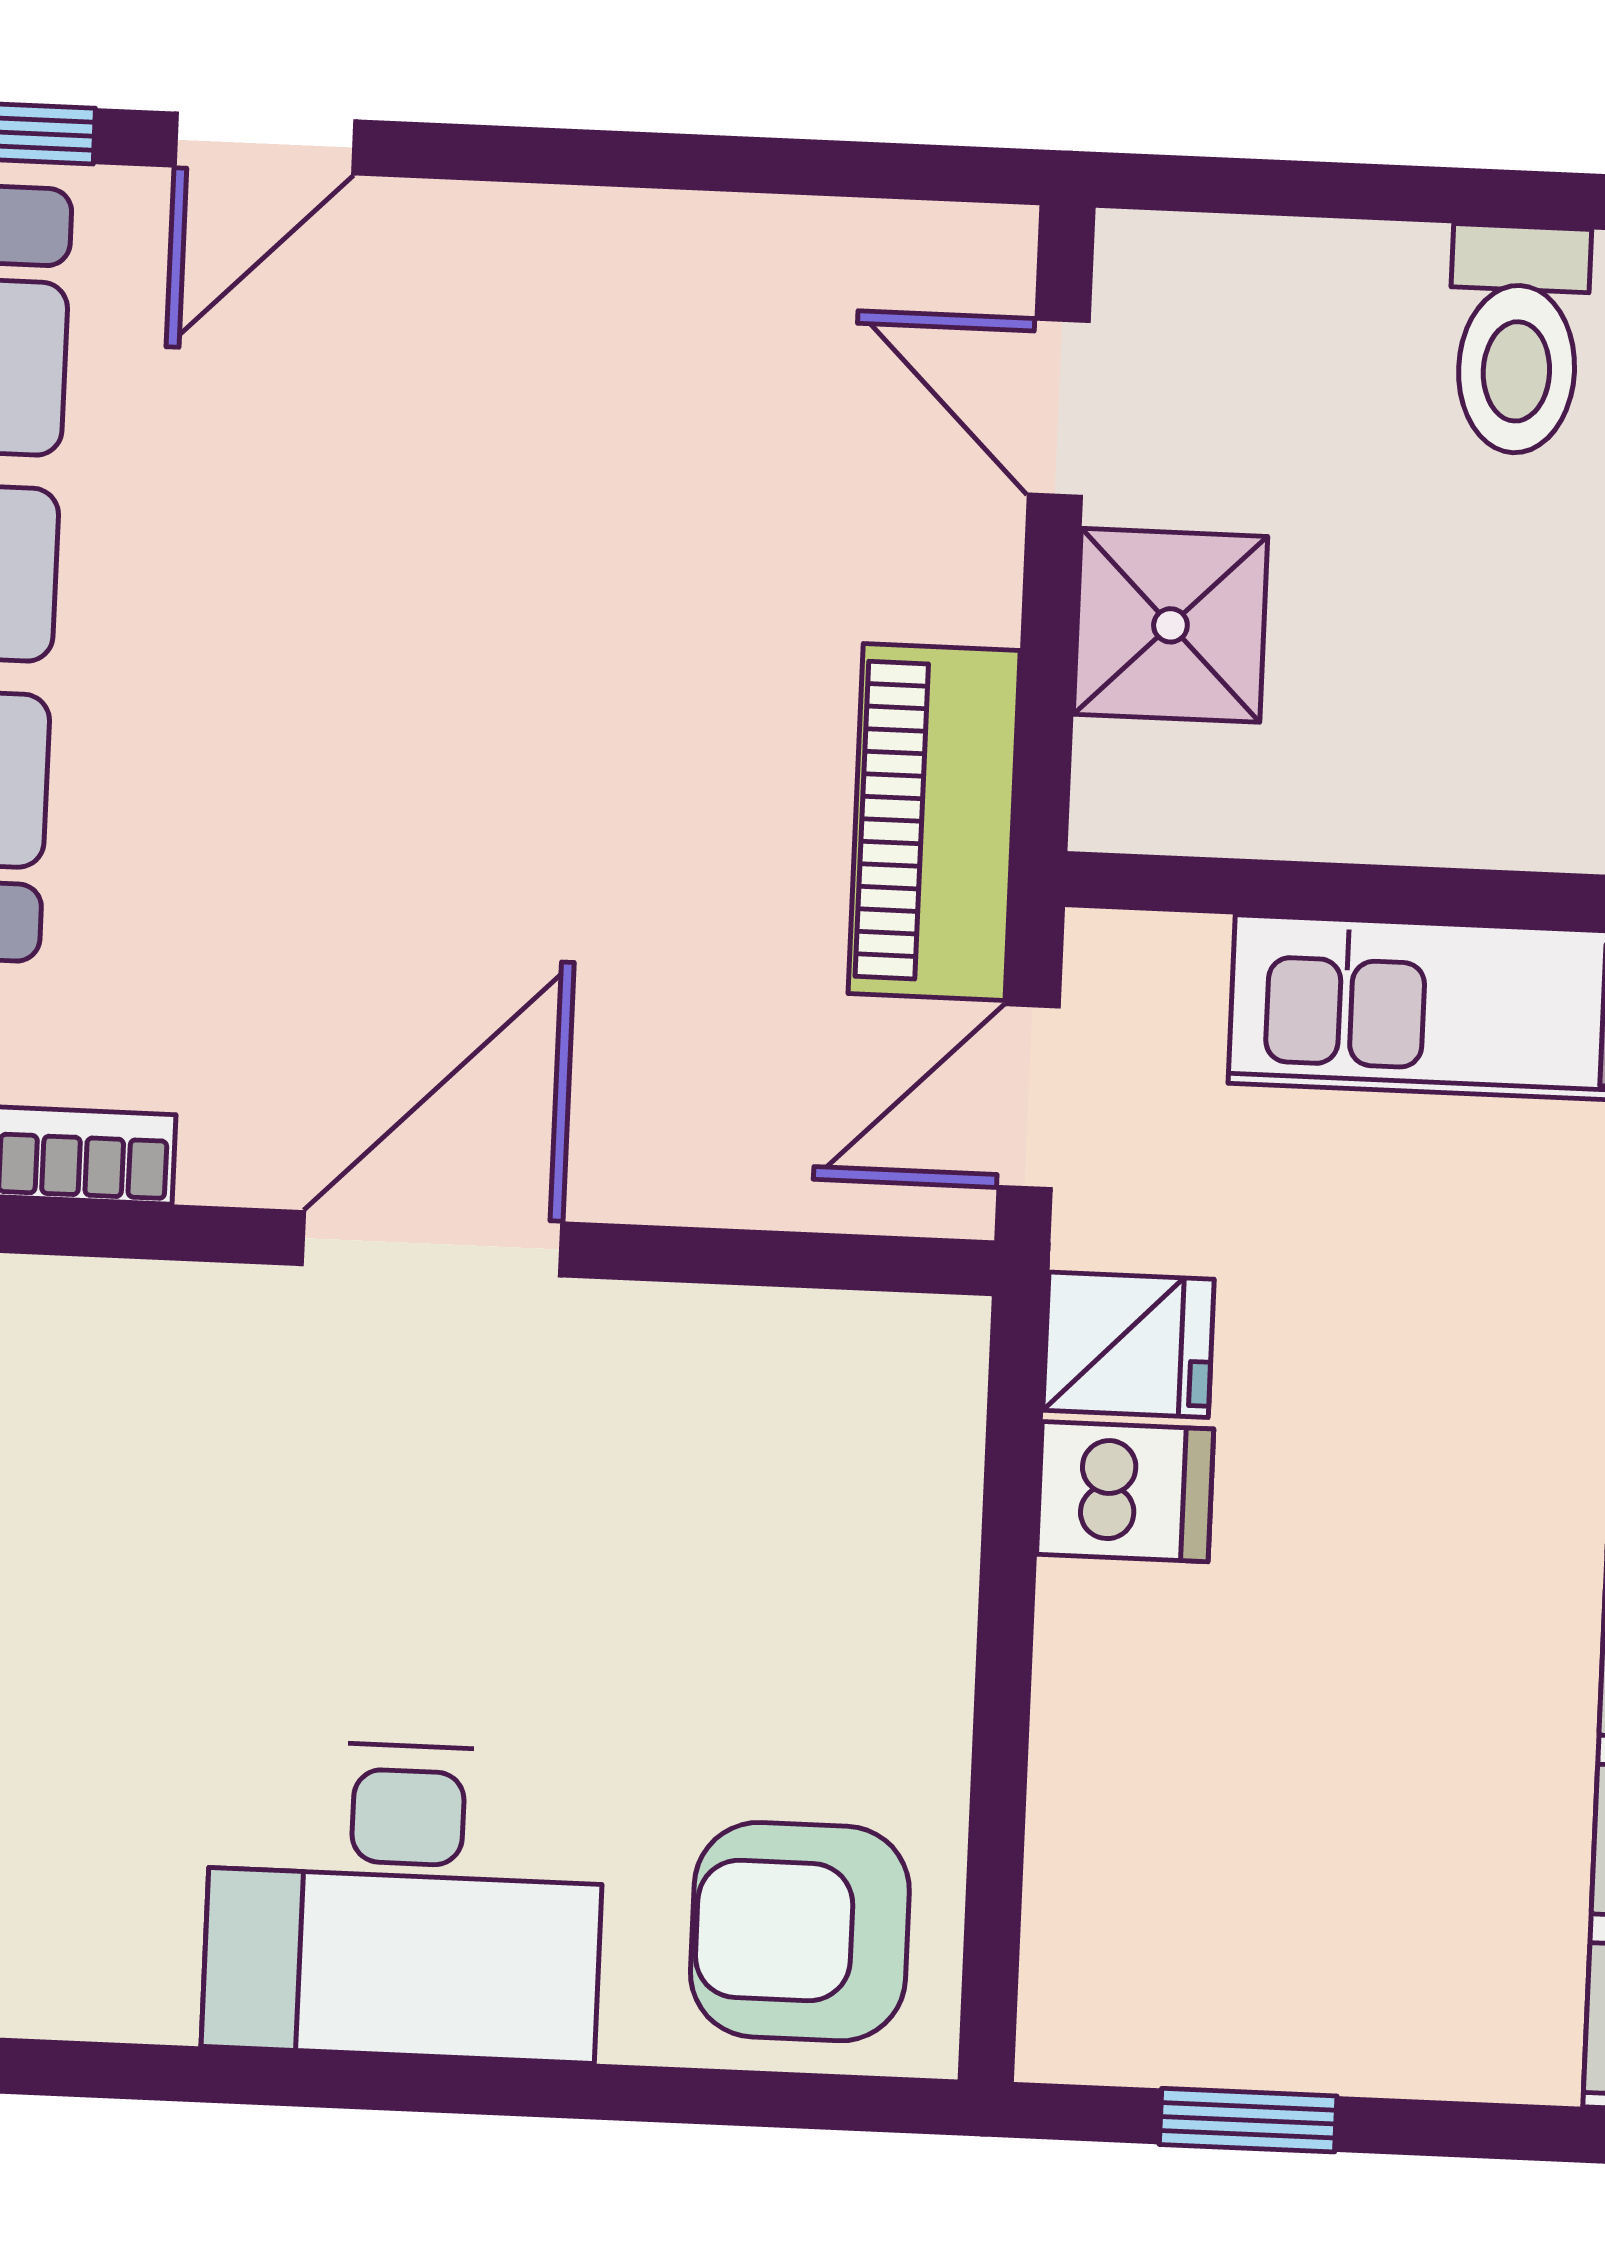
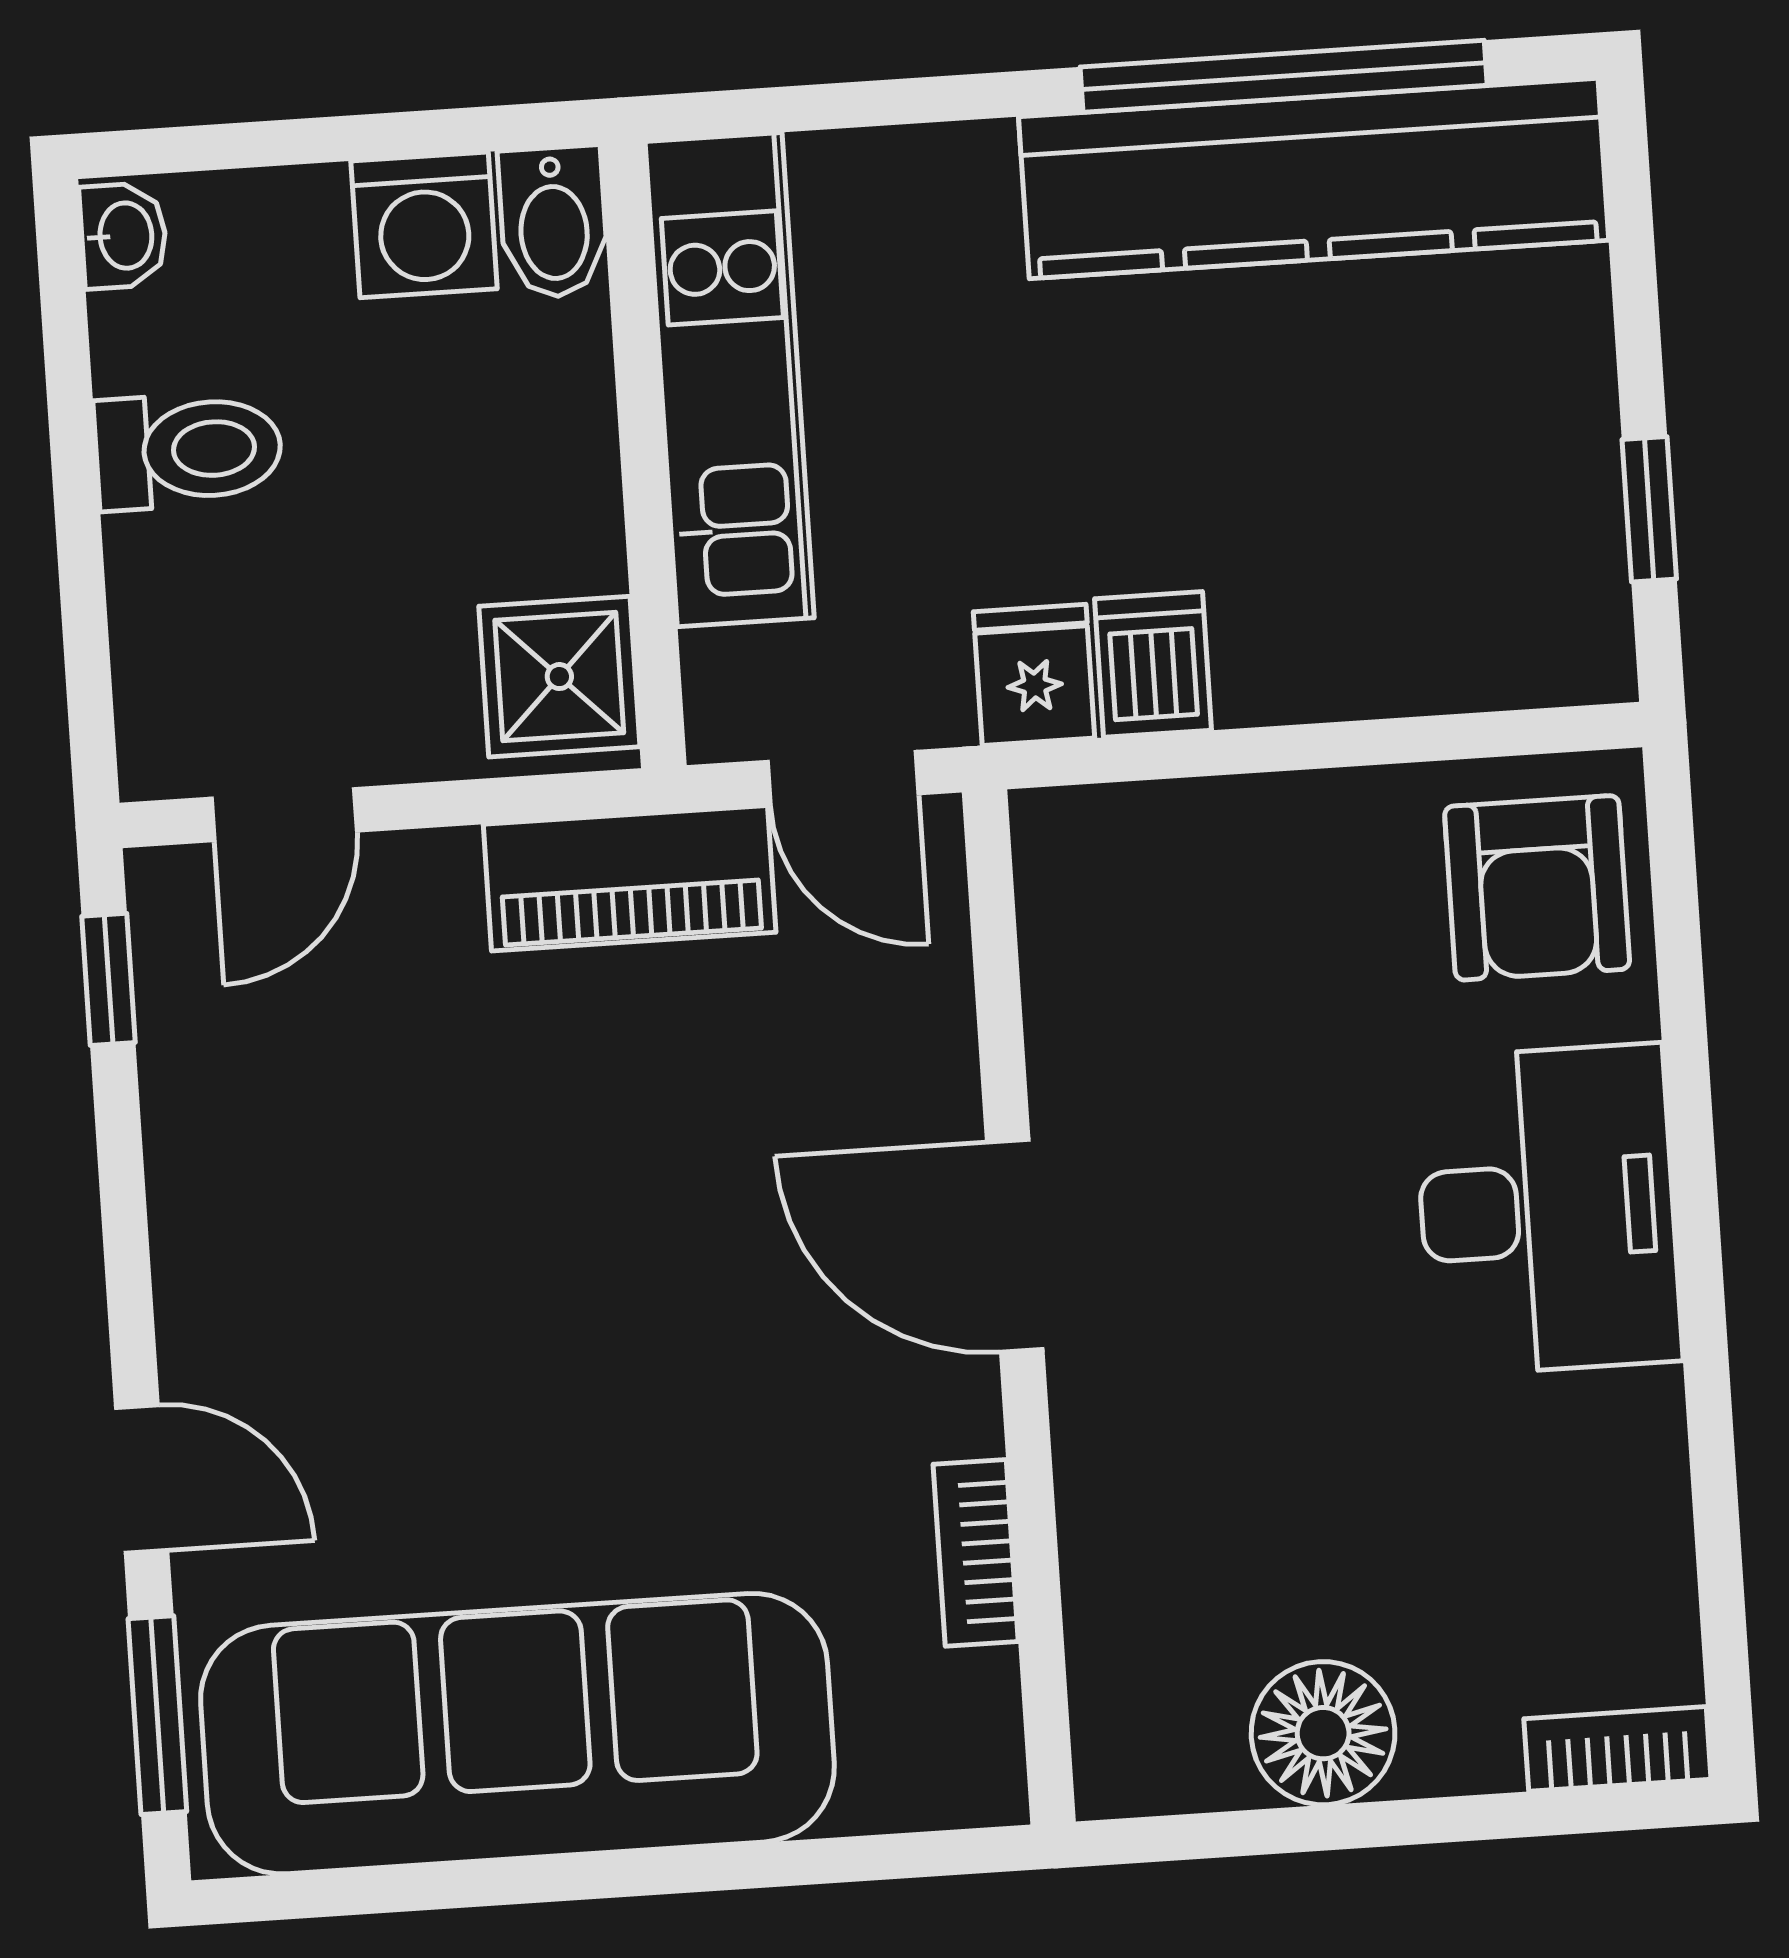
window: (881, 170) -> (108, 979), added
shower: (1170, 625) -> (559, 677), moved

